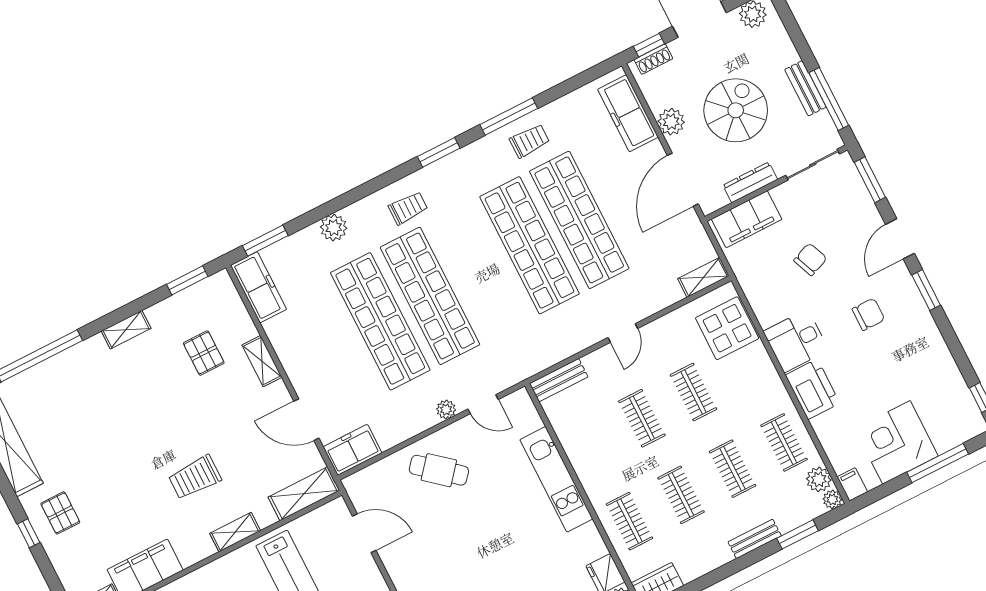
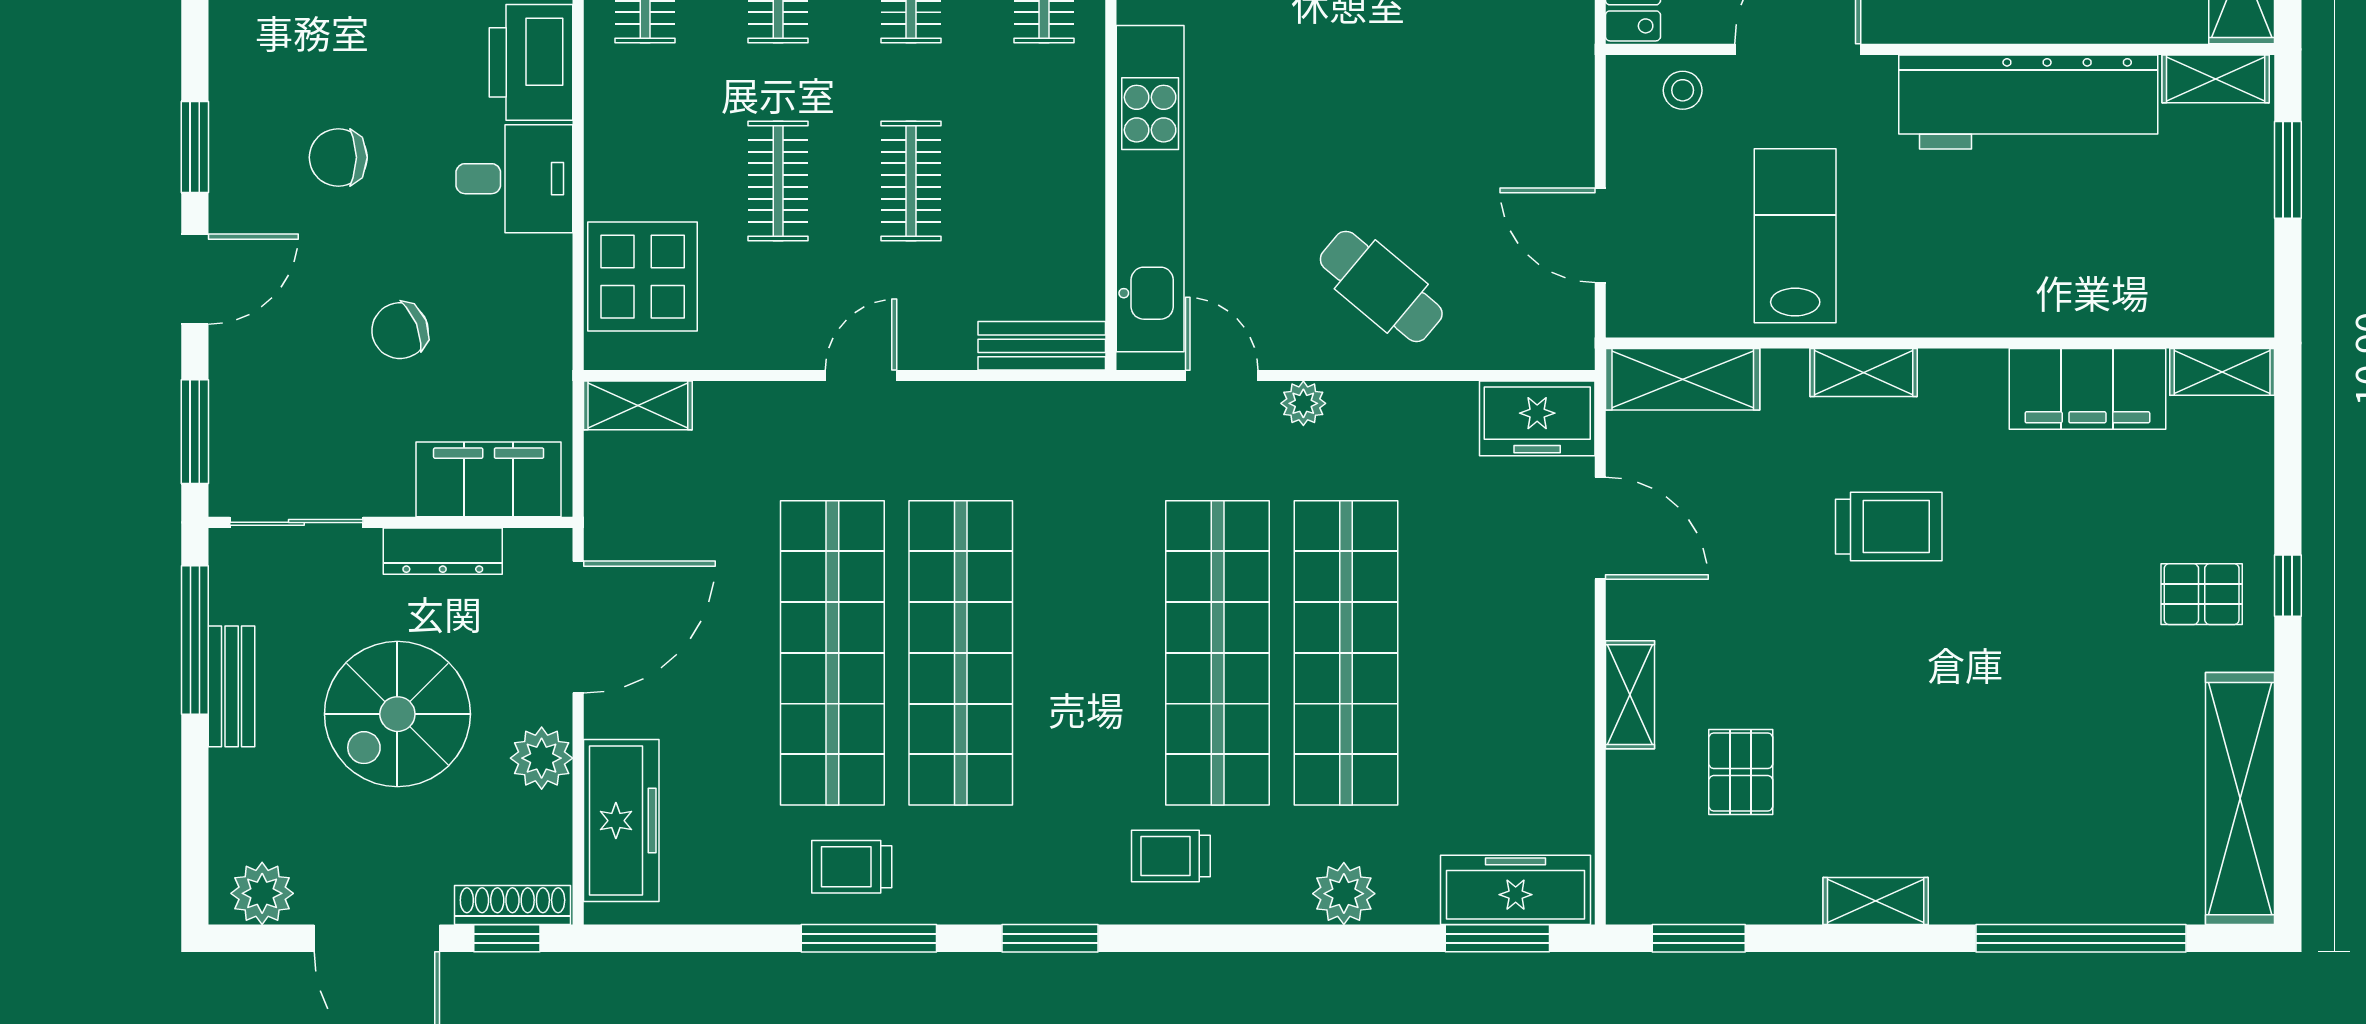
shoe rack: (653, 59) -> (512, 905), width x1.43
freezer: (258, 287) -> (1516, 890), moved, turned 90
kitchen unit: (556, 479) -> (1150, 189), width x1.36
pallet: (60, 513) -> (2202, 594), turned 90

